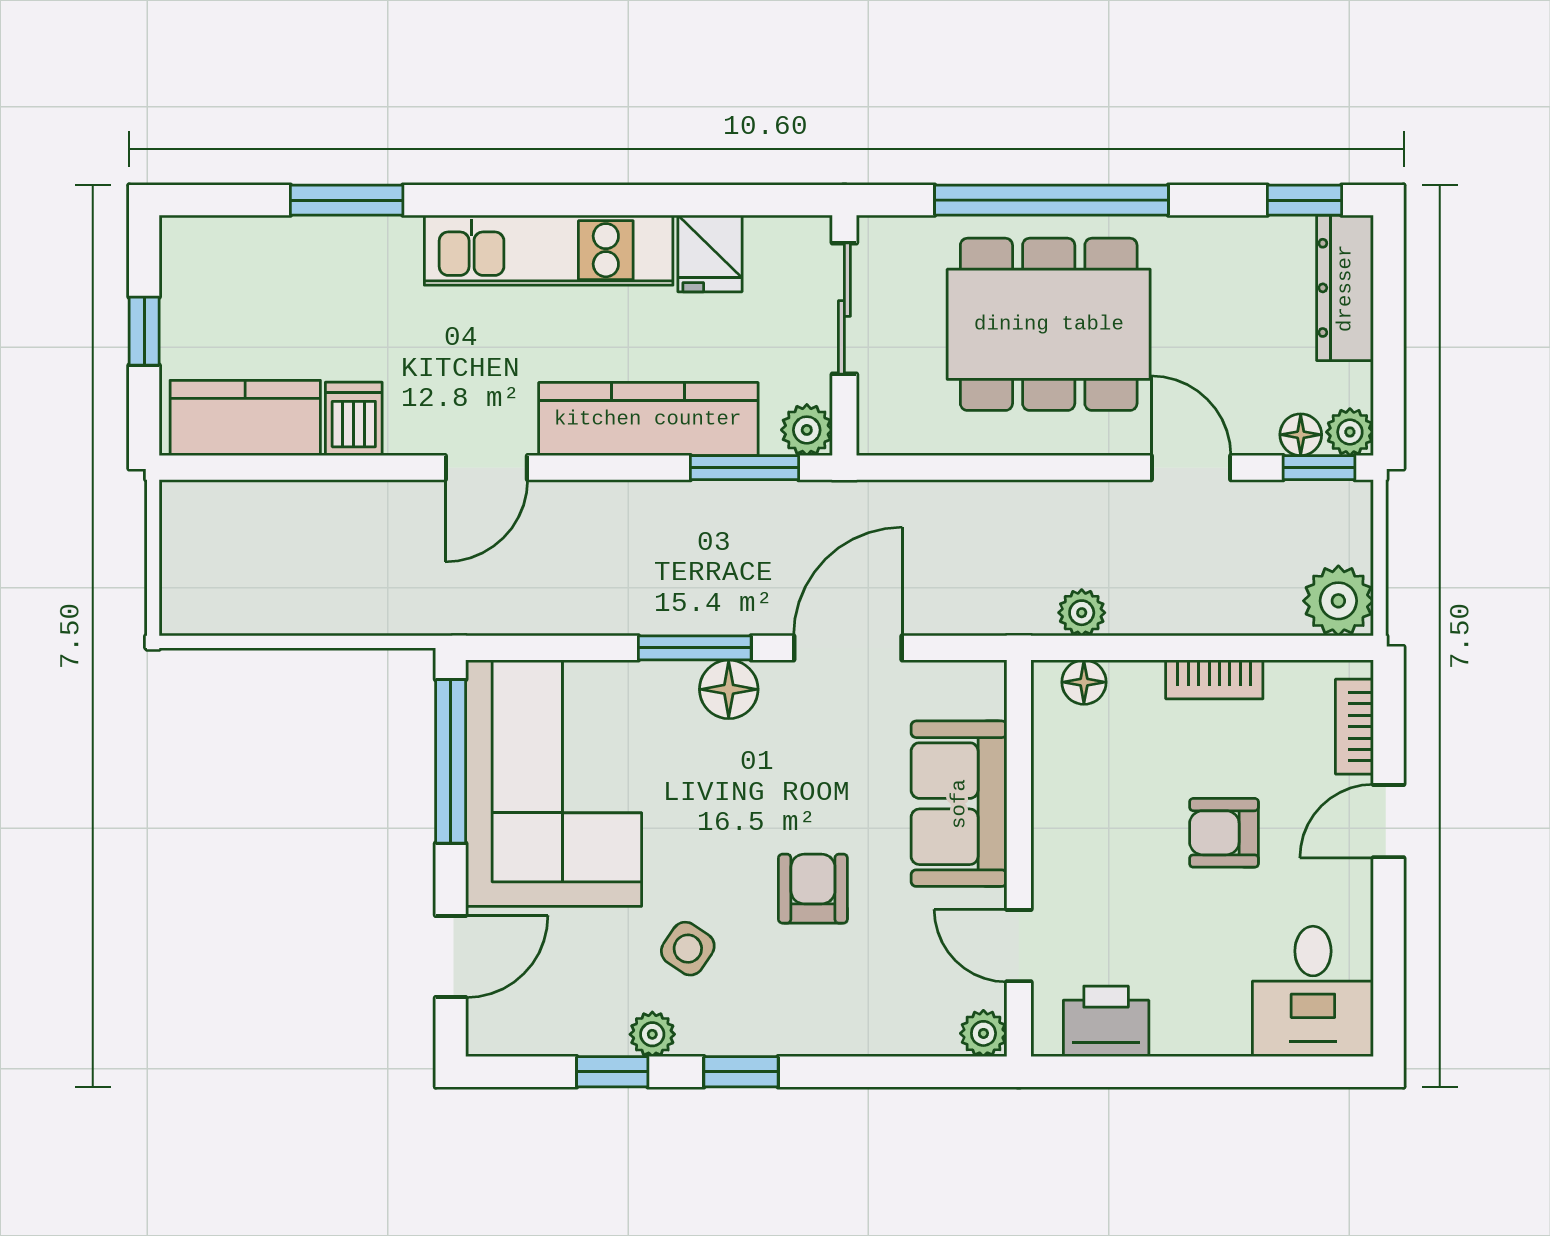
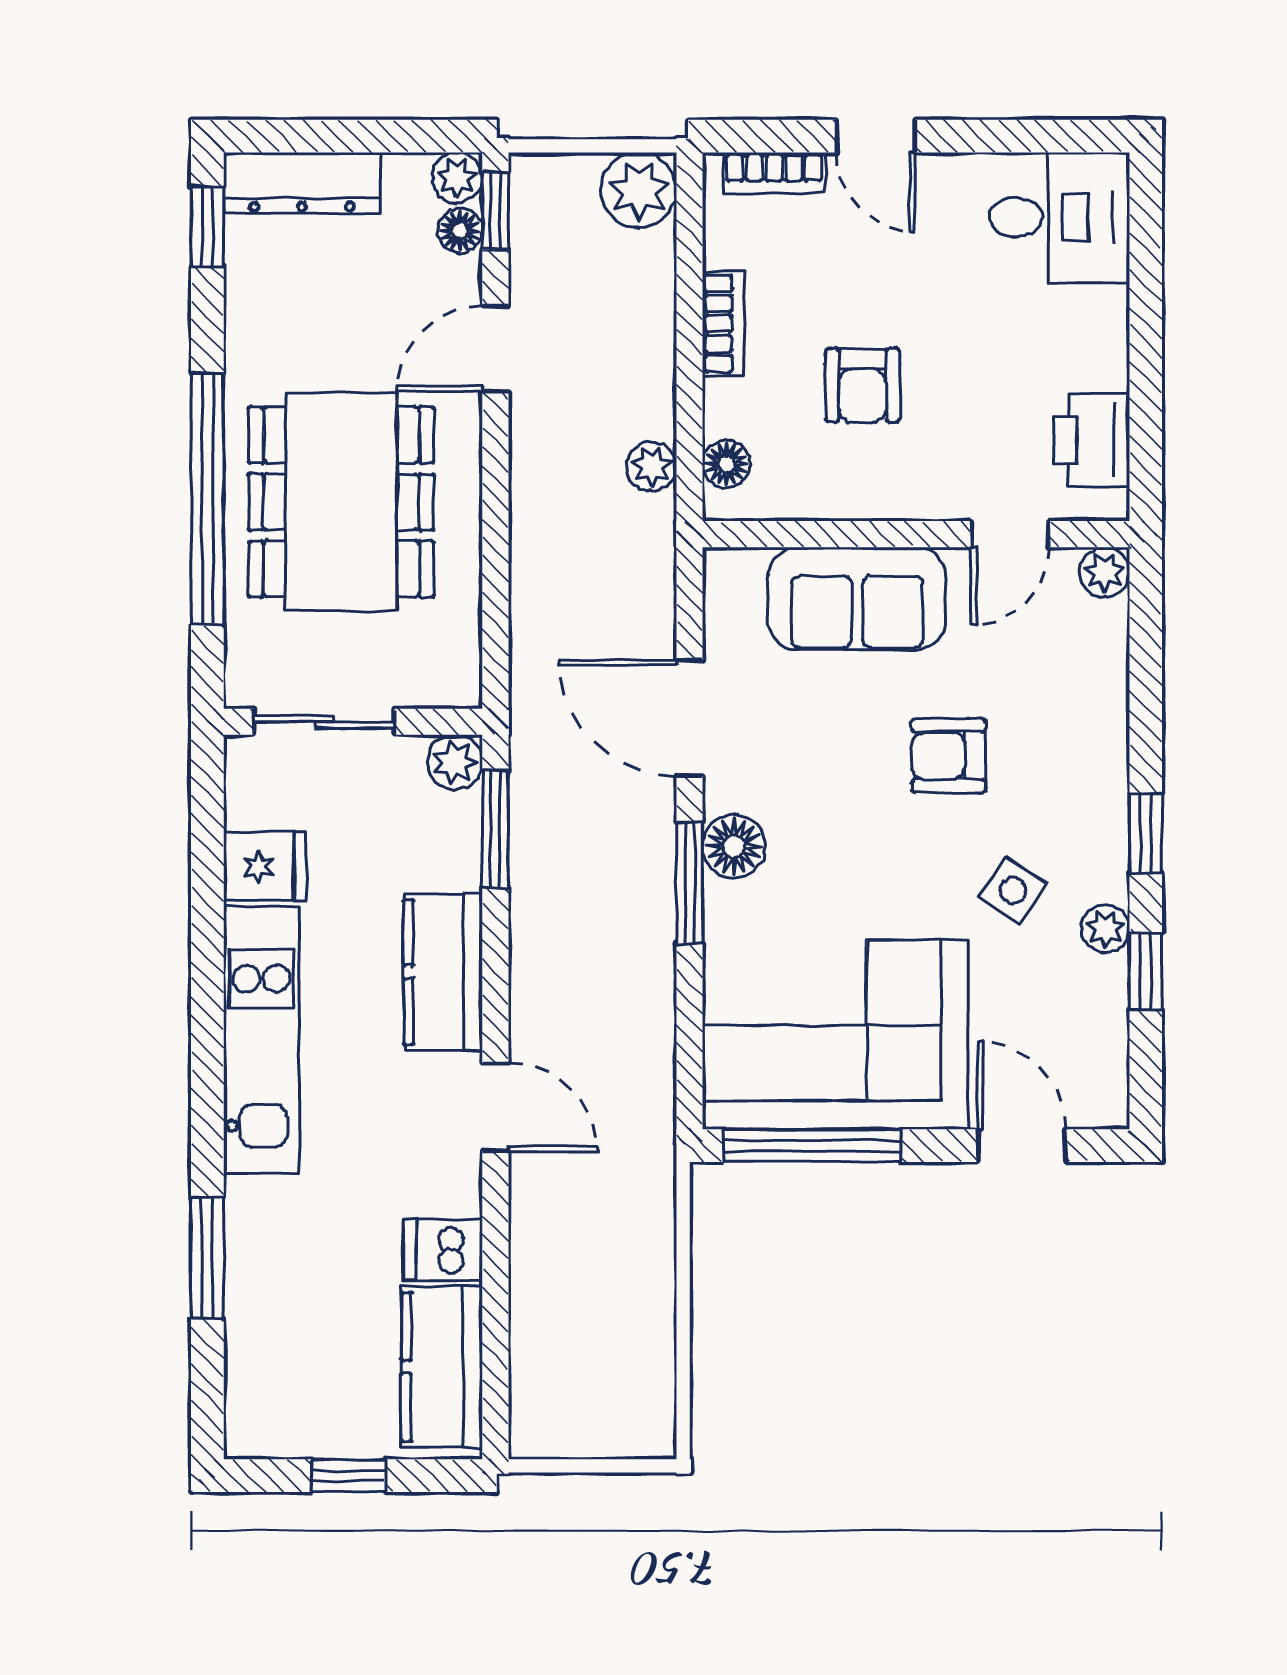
kitchen counter: (648, 419) -> (443, 972), width x0.67
armchair: (1224, 833) -> (862, 385), moved

